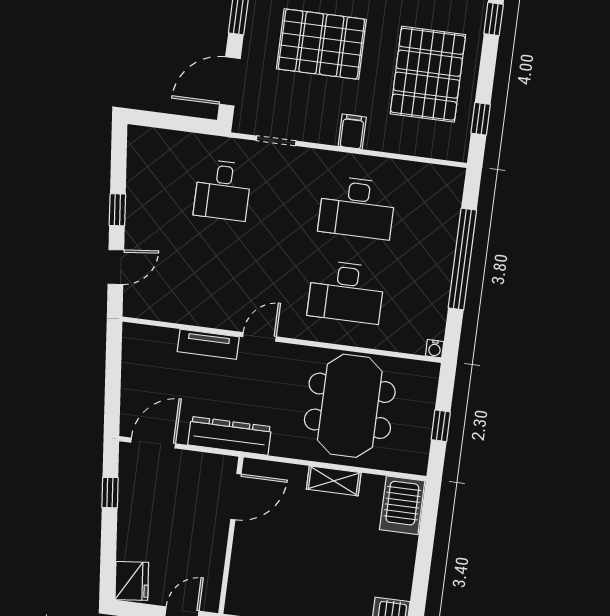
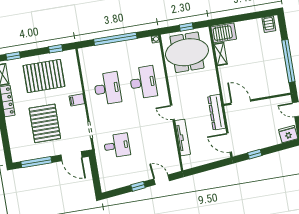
tv unit: (208, 344) -> (183, 137), width x1.41
meeting table: (350, 406) -> (187, 52), moved
shelving: (334, 481) -> (220, 54), moved

